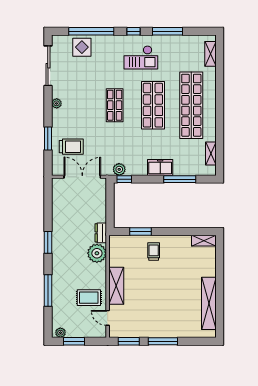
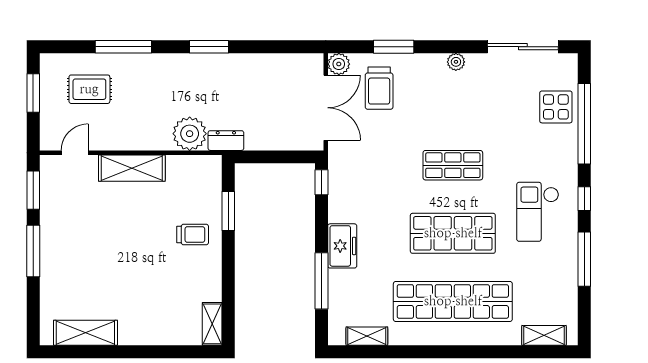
plant: (119, 169) -> (339, 64), moved
rug: (89, 298) -> (89, 89), moved, turned 90
shelving: (209, 303) -> (85, 333), width x0.68
plant: (60, 333) -> (48, 69), removed

